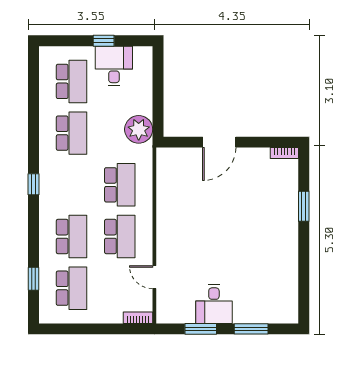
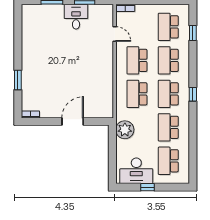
desk: (114, 66) -> (136, 171), width x1.37
school desk: (72, 185) -> (168, 94), added

